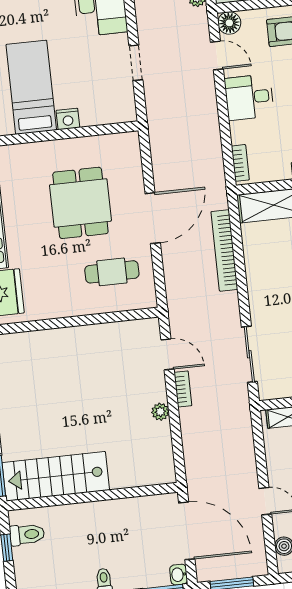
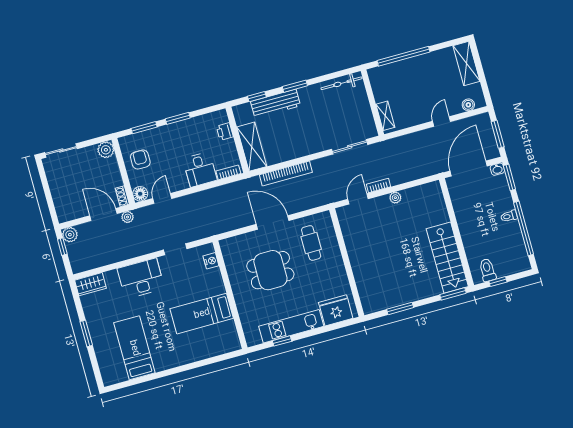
desk: (249, 97) -> (200, 169), moved
nightstand: (68, 119) -> (211, 261), moved

